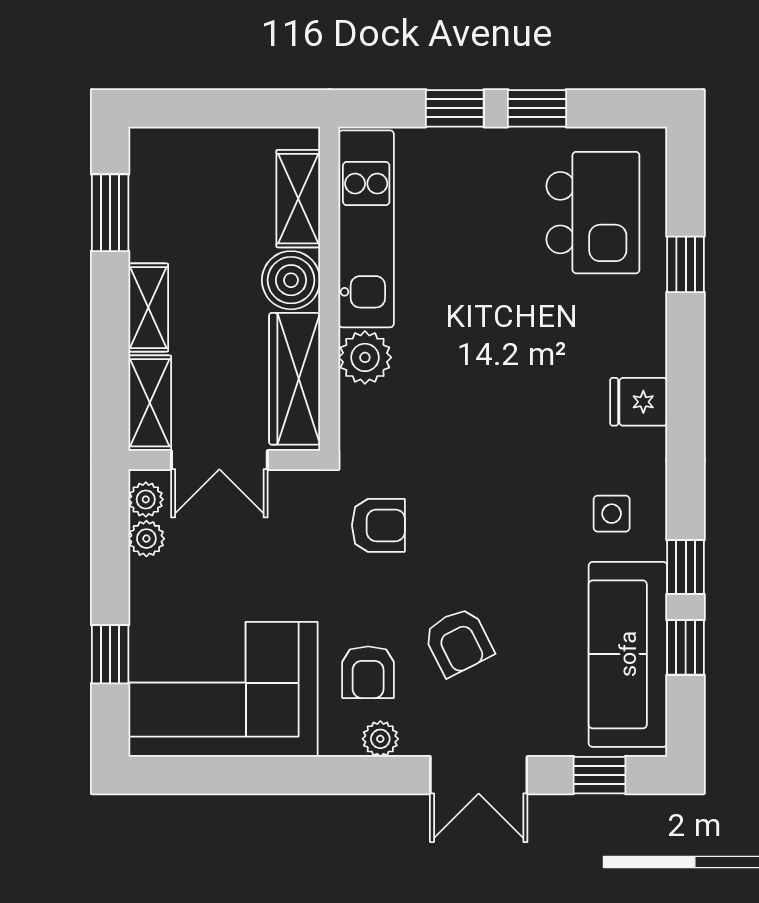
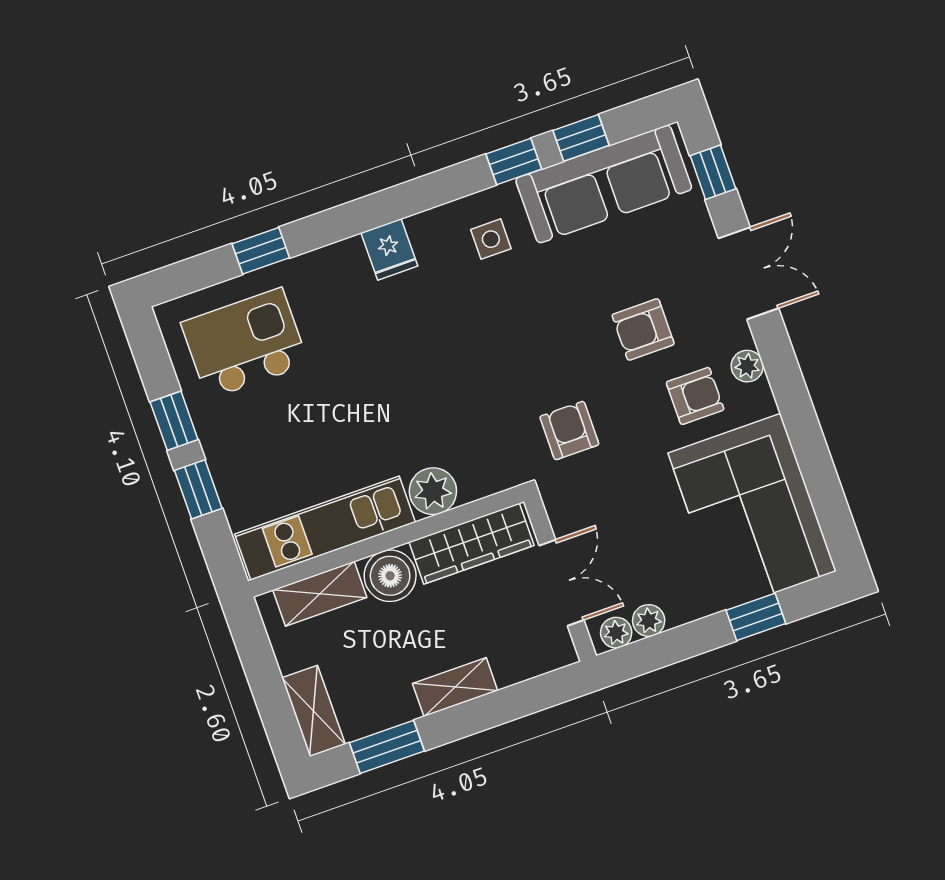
shelving: (150, 403) -> (313, 711), moved, turned 90
armchair: (458, 642) -> (643, 330), turned -153

